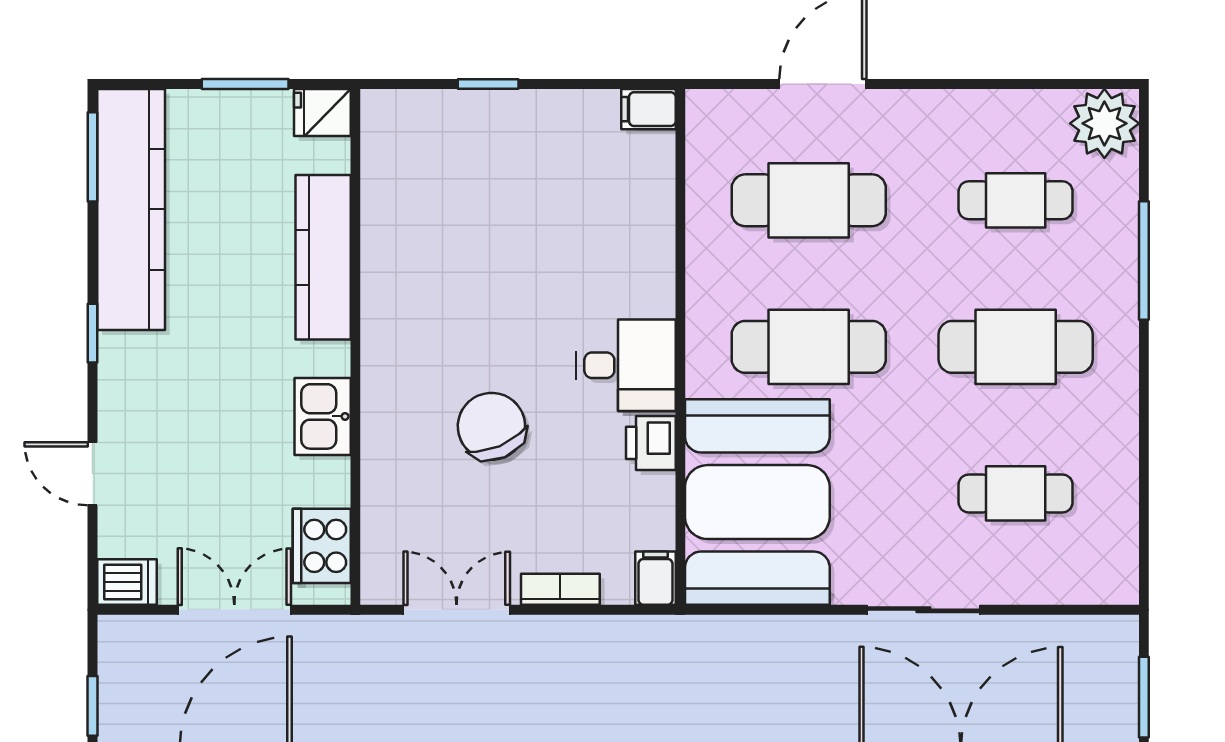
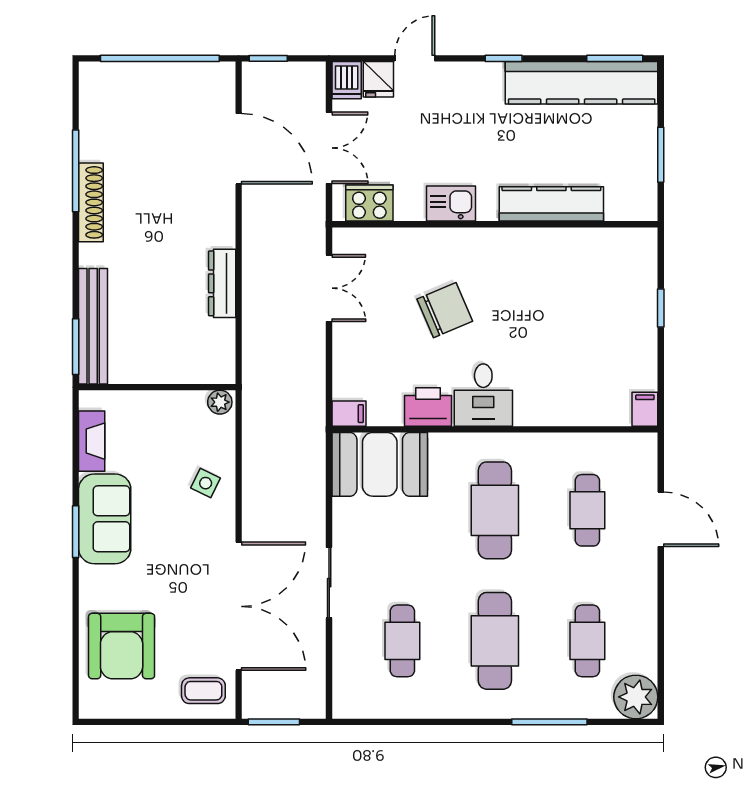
fridge: (322, 112) -> (378, 79), moved, turned 180
cafe table: (809, 200) -> (587, 510), width x0.73, depth x0.74
printer: (651, 443) -> (428, 407), width x1.36, depth x1.24
booth: (757, 502) -> (380, 464), width x0.73, depth x0.70
bookcase: (560, 589) -> (342, 354), removed

